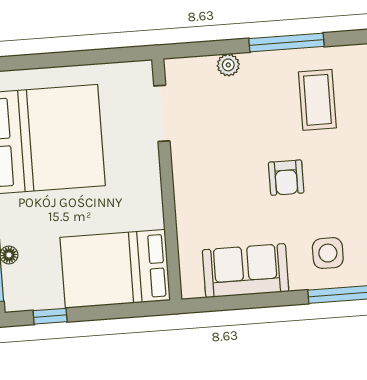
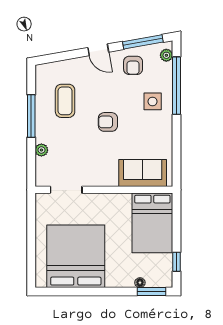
coffee table: (317, 100) -> (65, 101), turned 90
armchair: (286, 178) -> (108, 122), turned 180
sofa: (246, 271) -> (143, 173), moved, turned 90

